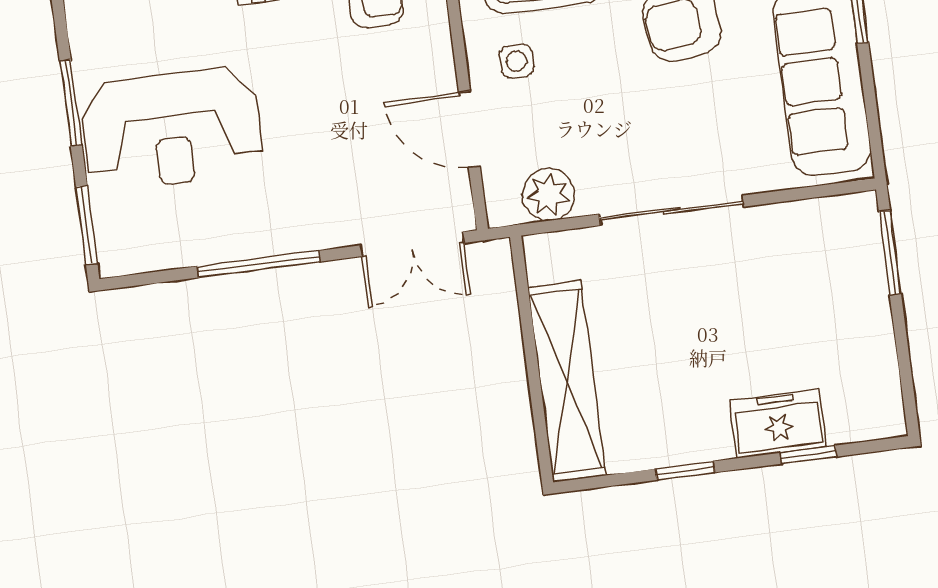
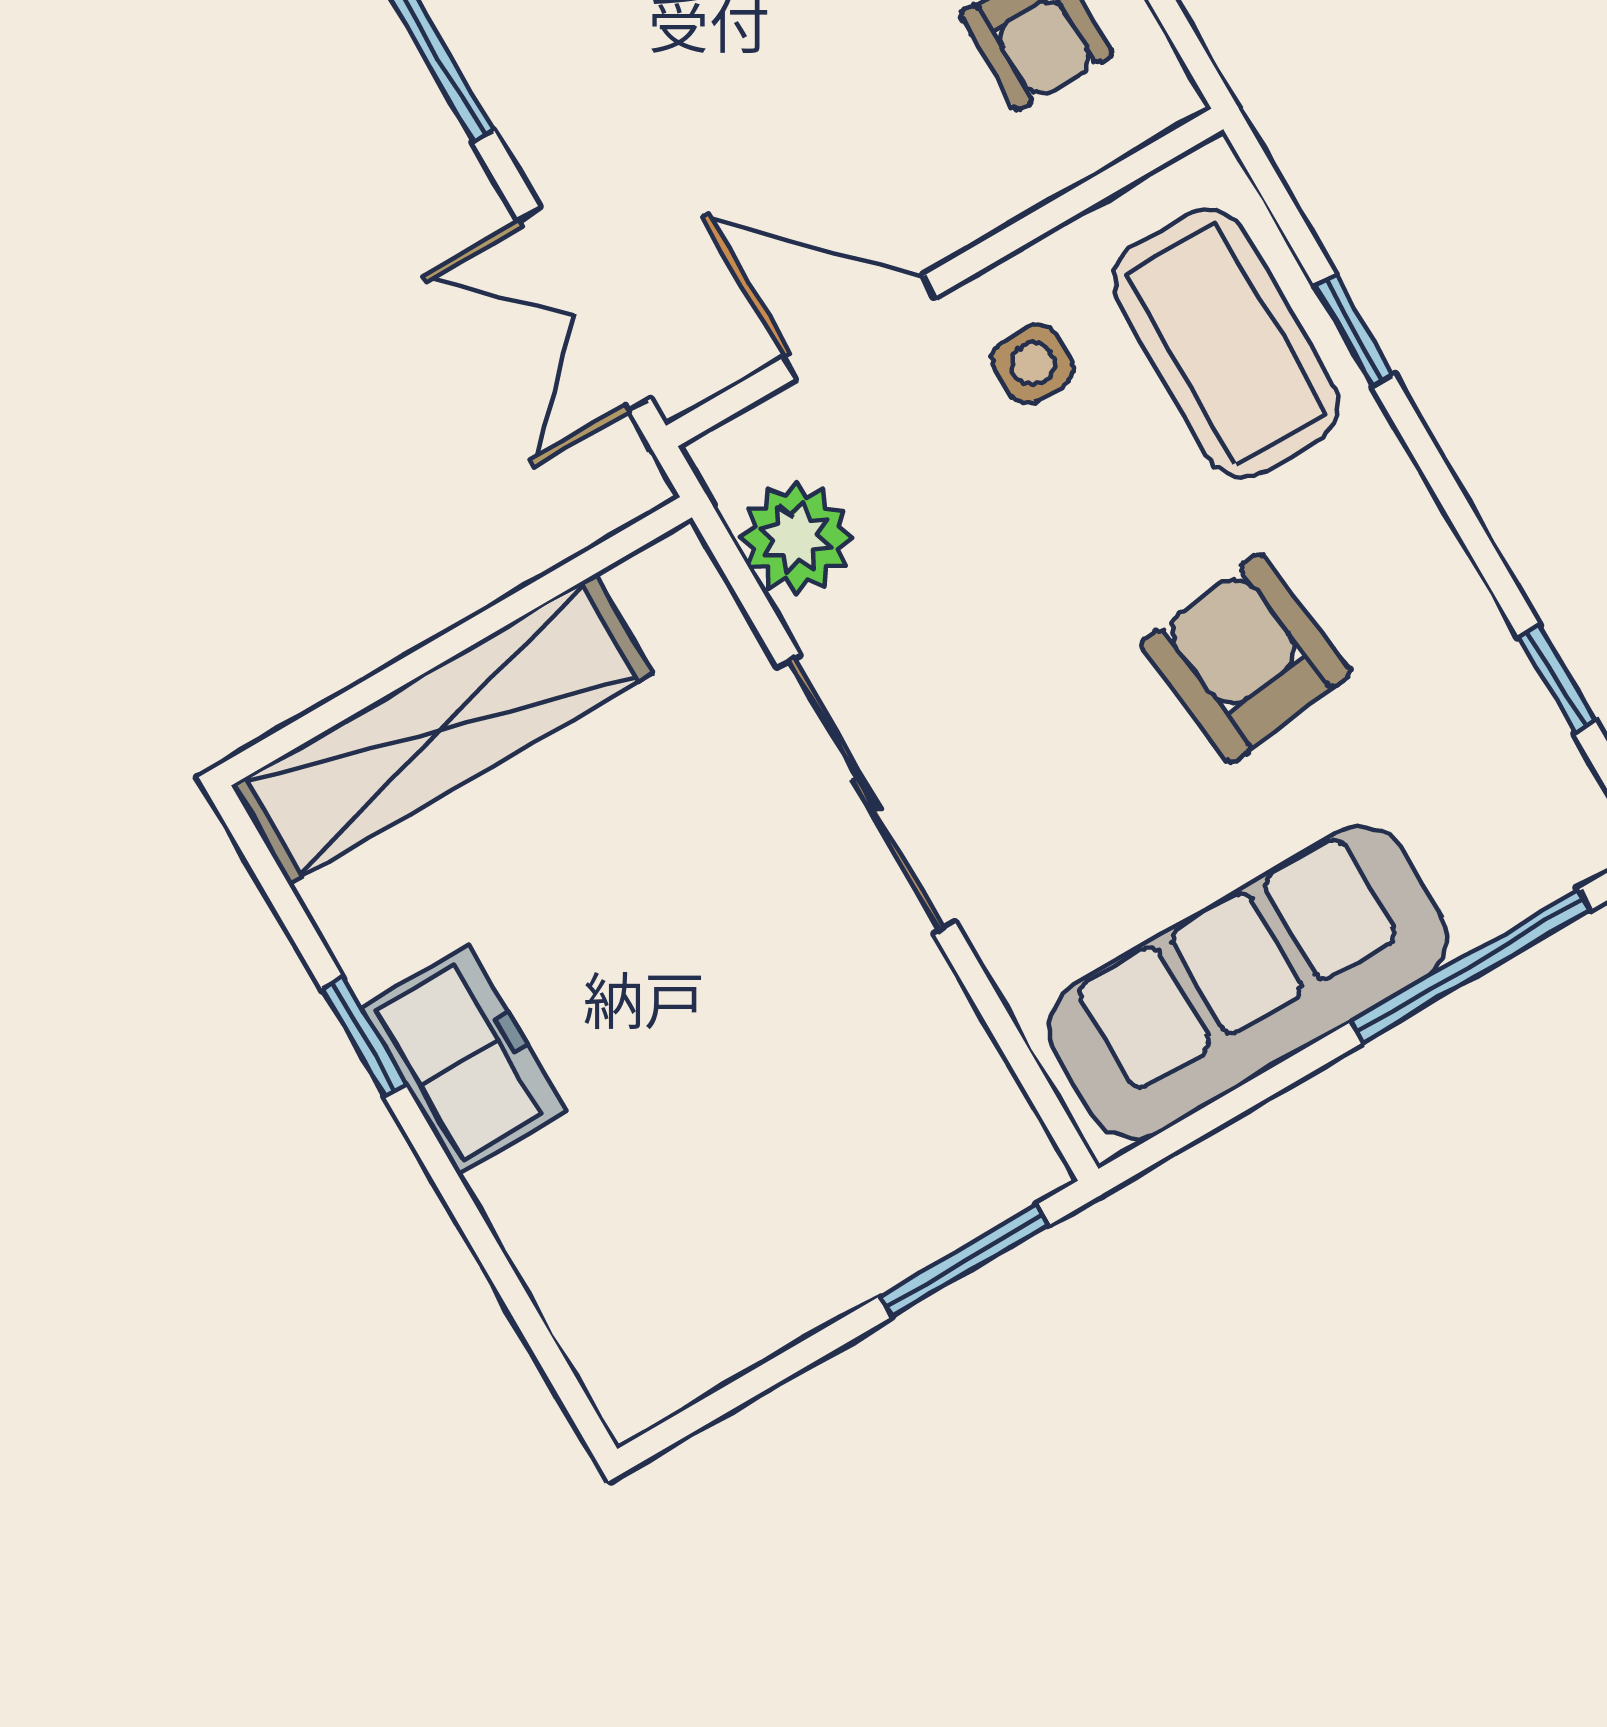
door: (469, 129) -> (859, 327), hinge flipped
freezer: (778, 423) -> (463, 1060), moved
window: (809, 455) -> (498, 1267), removed

